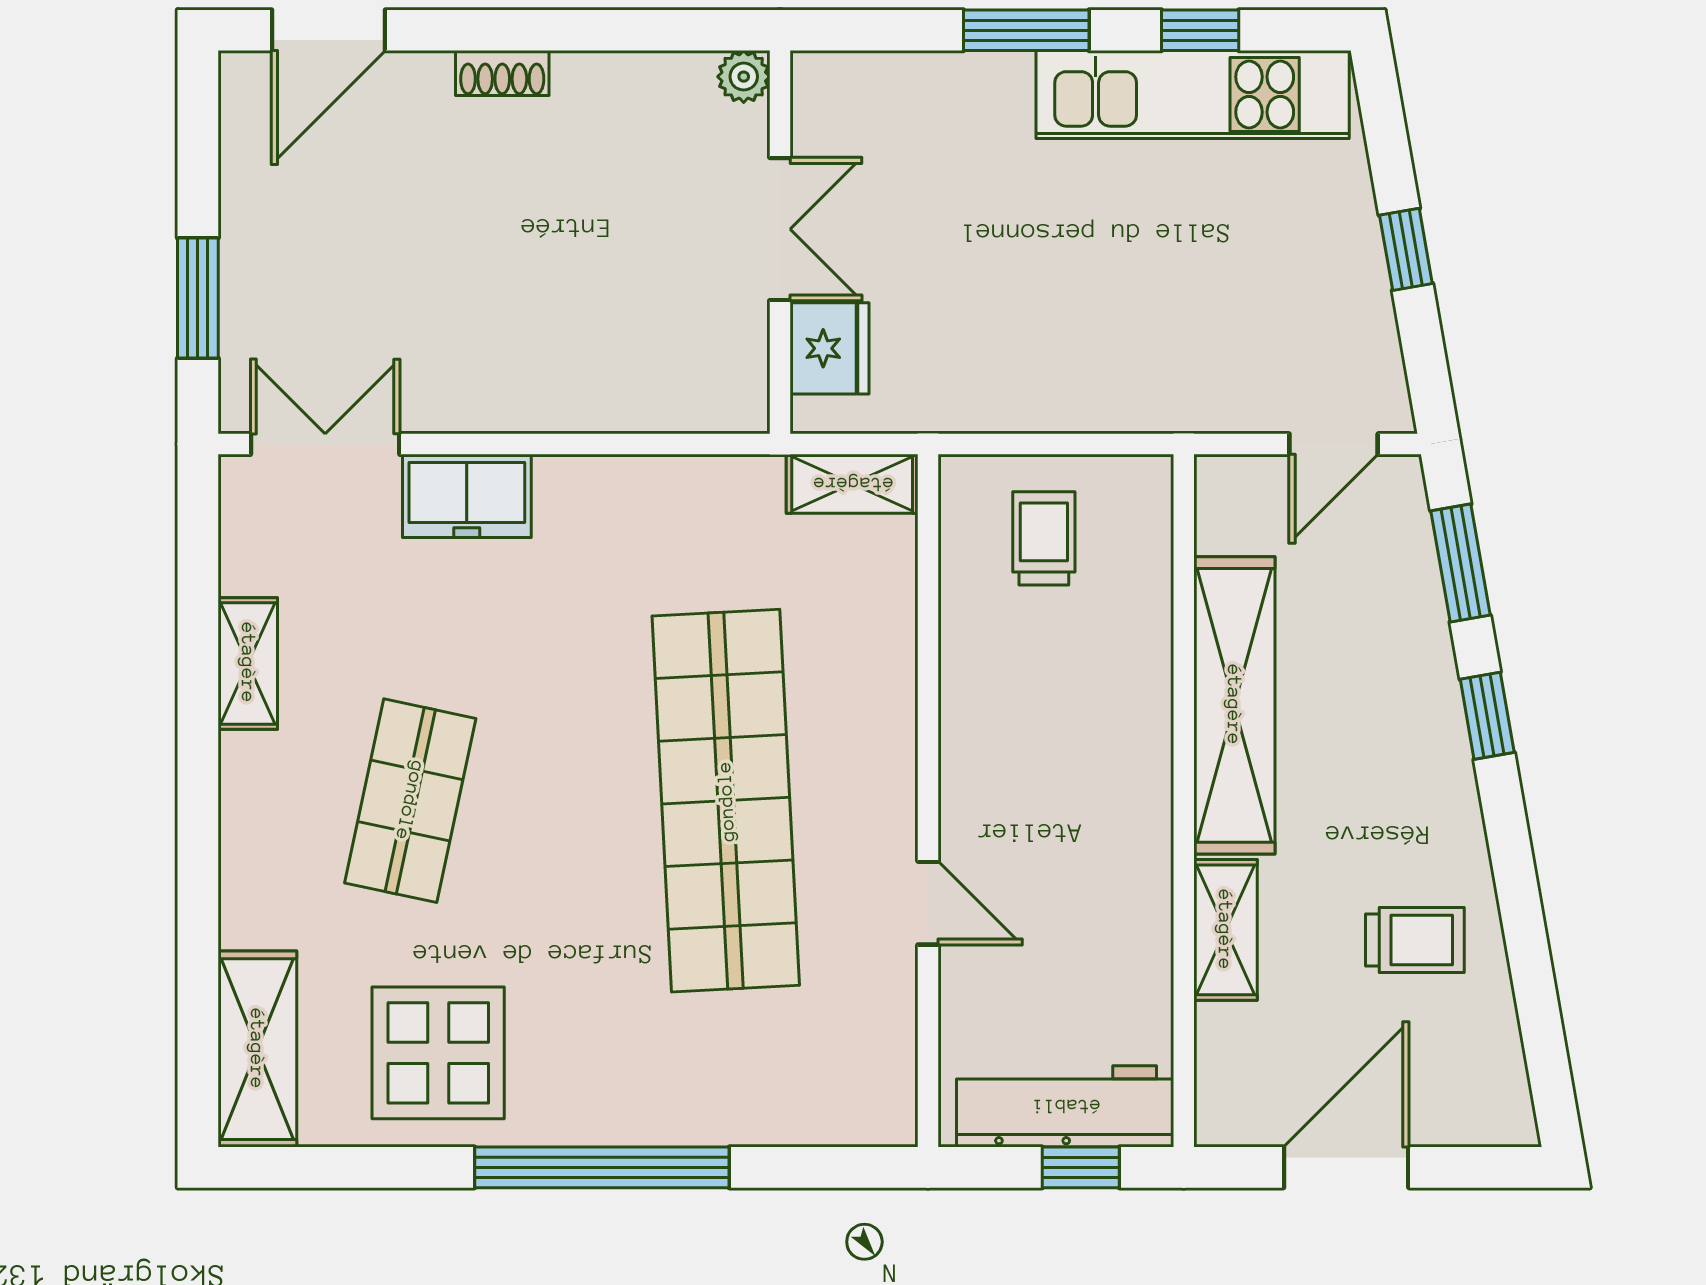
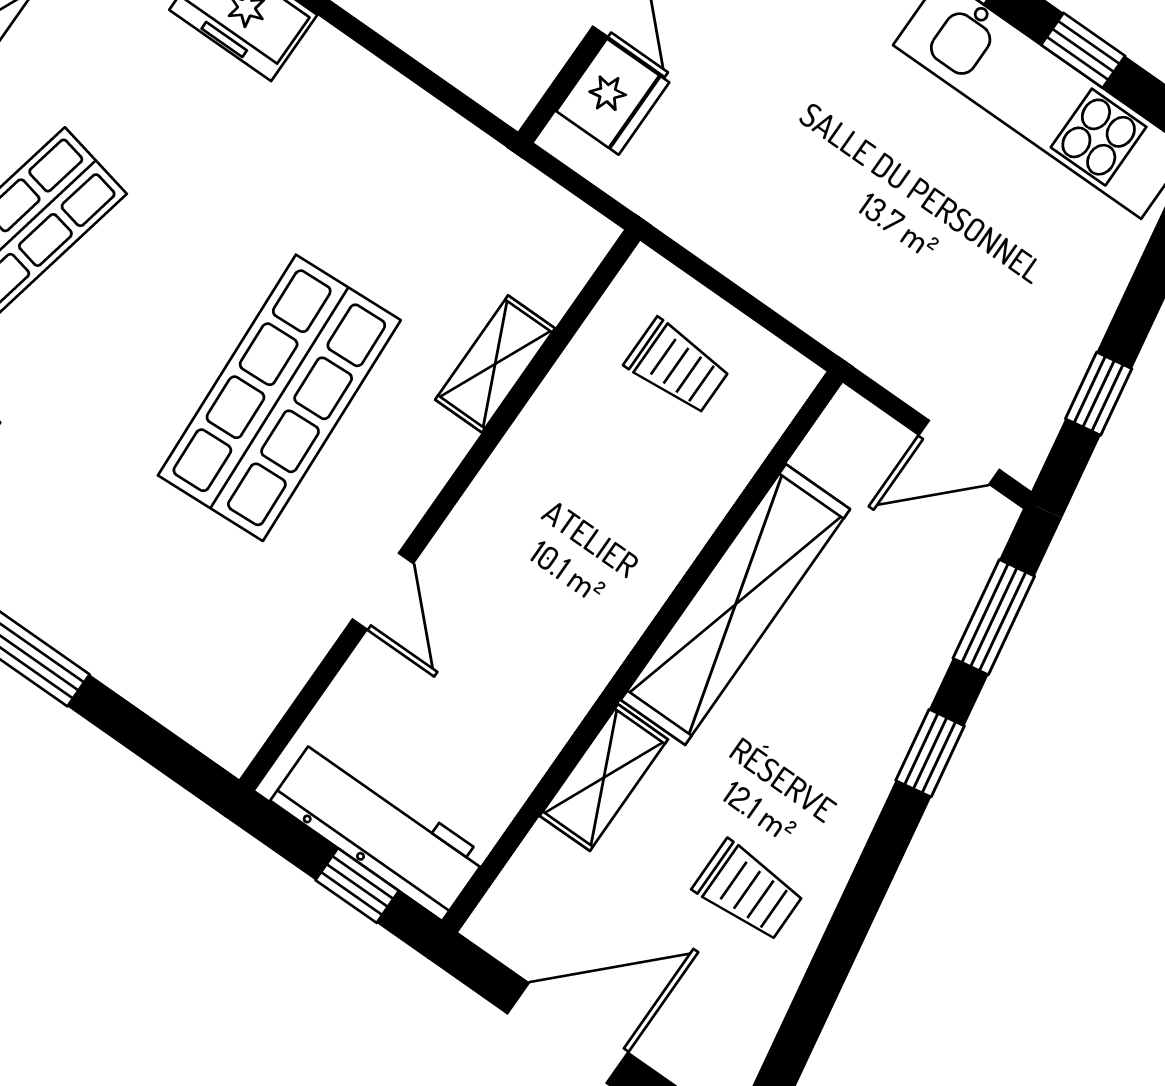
window: (1406, 249) -> (1099, 394), moved
shelving: (852, 484) -> (495, 364), moved, turned 90
trolley: (1044, 538) -> (677, 367), turned 90
shop shelf: (726, 801) -> (279, 398), width x0.71

